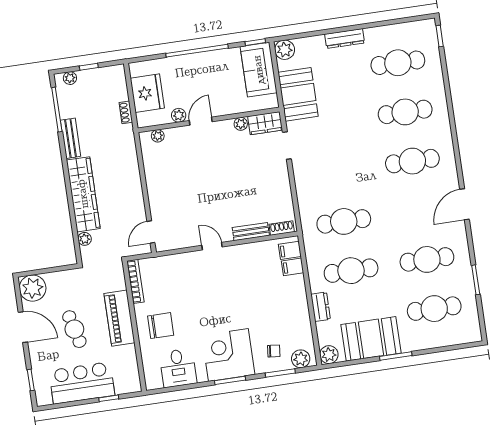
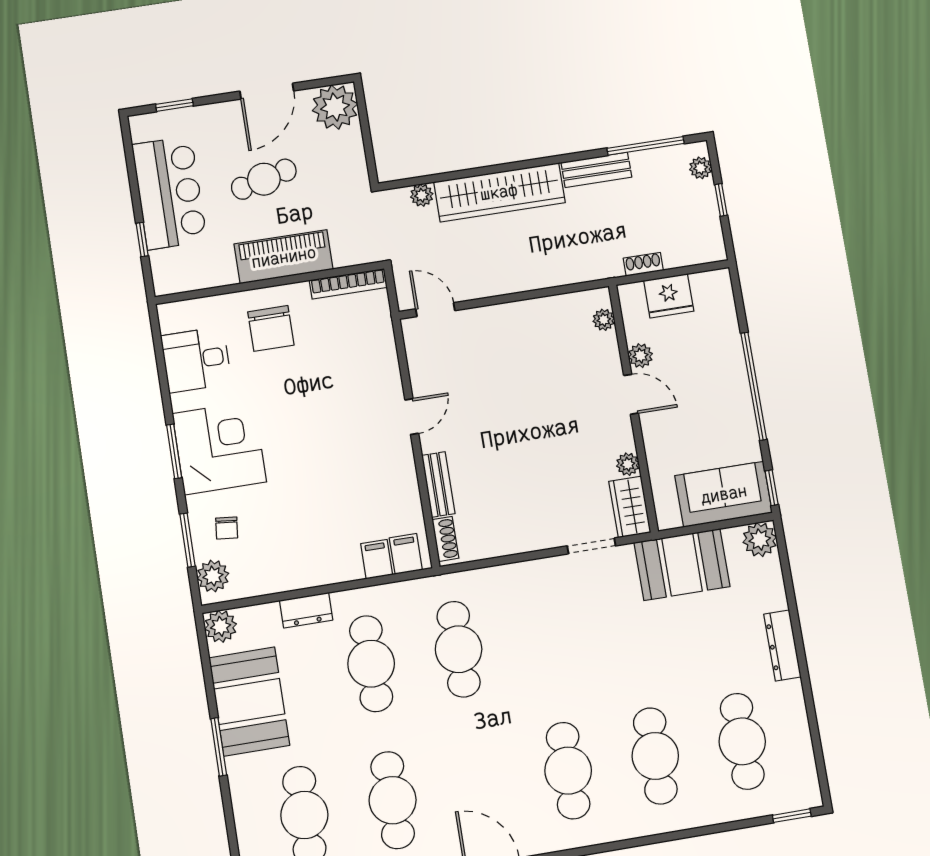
fridge: (147, 93) -> (669, 296), width x0.73, depth x0.75

